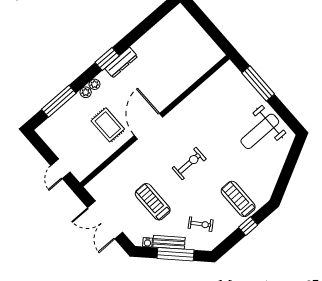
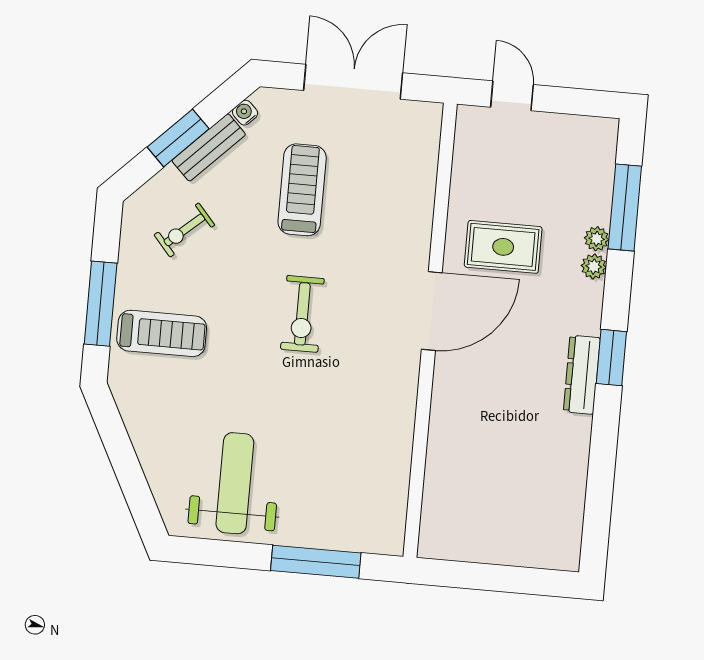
plant: (95, 84) -> (597, 239), moved
door: (149, 126) -> (432, 311), hinge flipped
treadmill: (153, 202) -> (302, 190), turned -90
window: (248, 226) -> (101, 304), width x2.17
window: (176, 254) -> (178, 138), width x0.69

